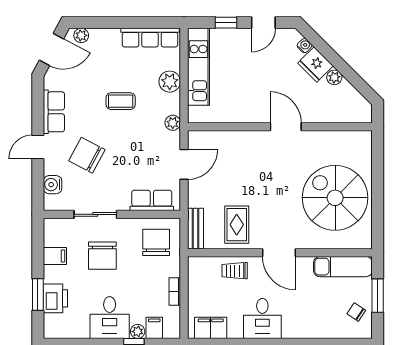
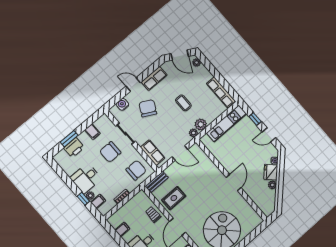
plant: (170, 82) -> (201, 124), moved
filing cabinet: (211, 328) -> (122, 229), width x0.50

